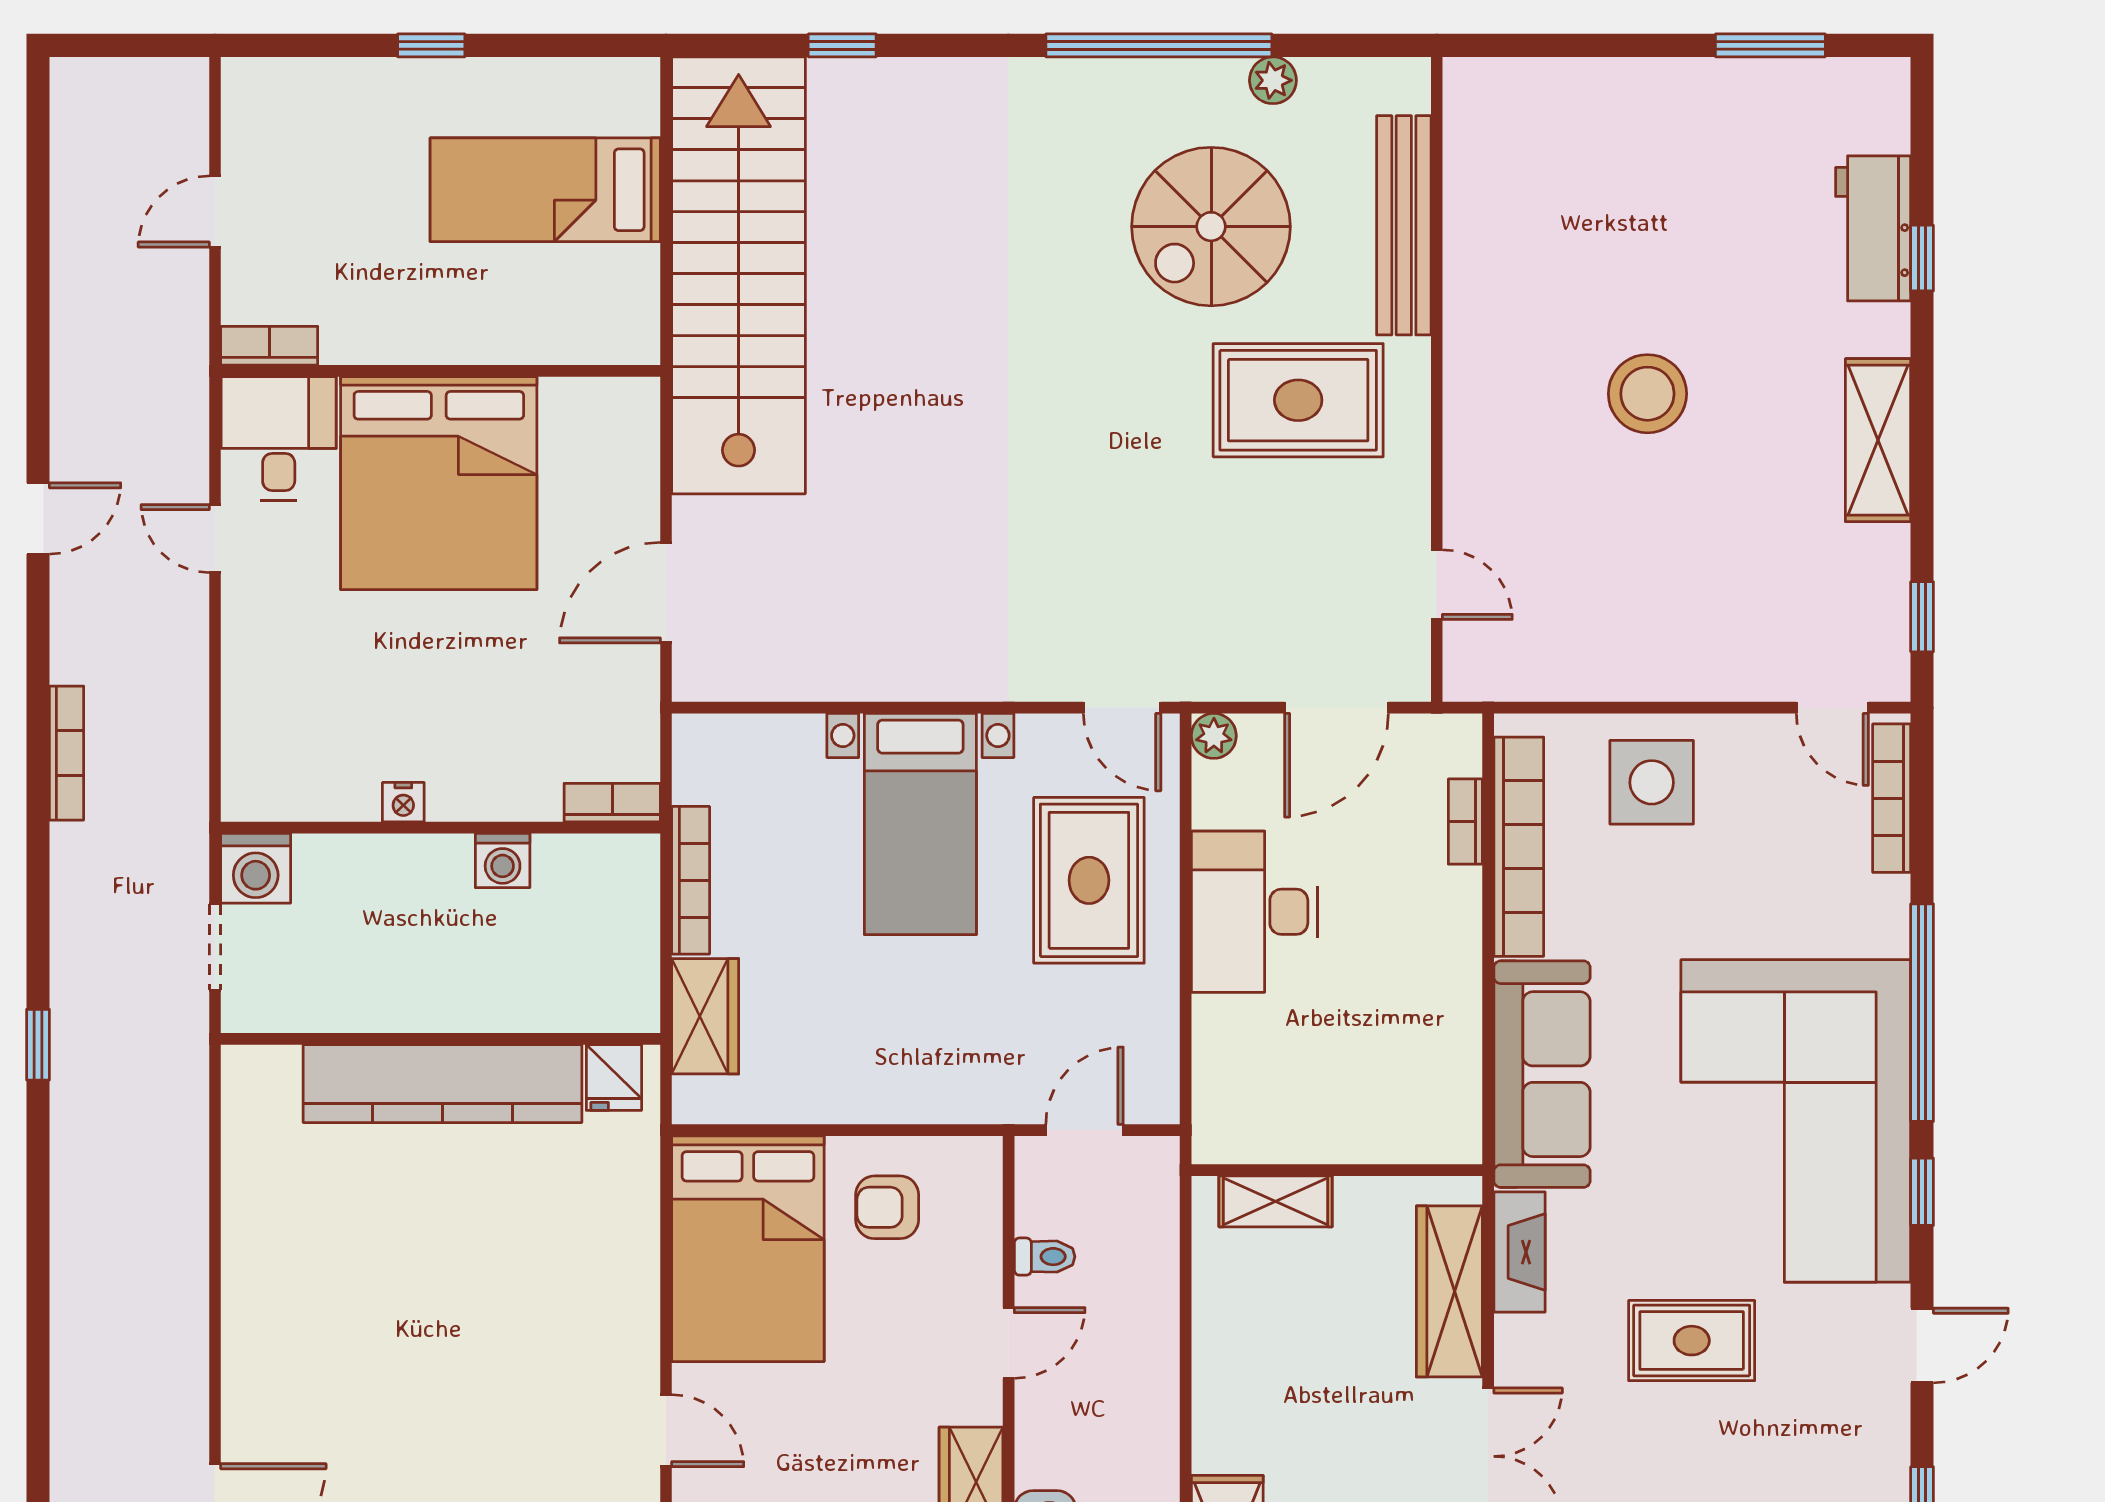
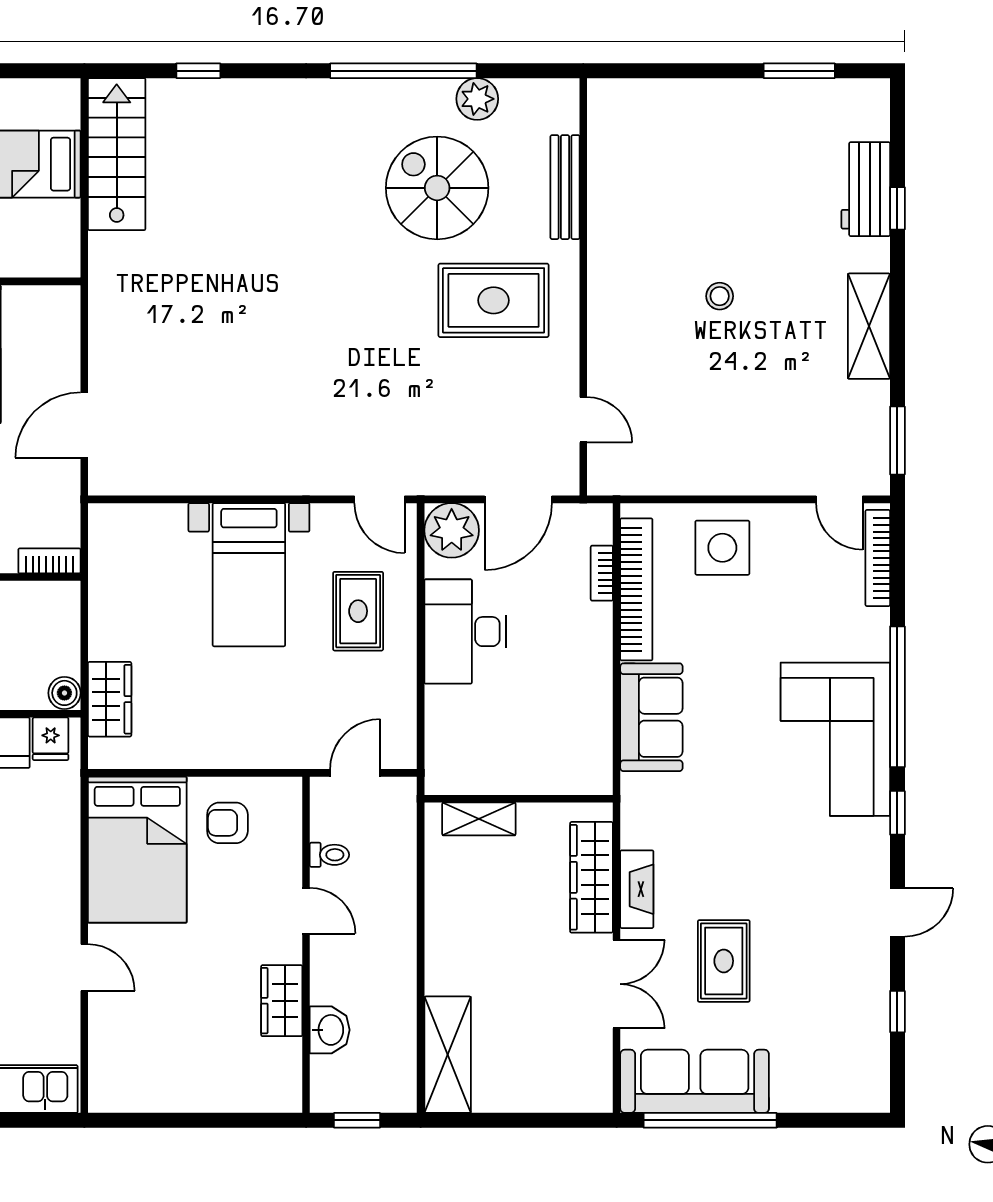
plant: (1273, 80) -> (477, 99), width x1.38, depth x1.38
bench: (1404, 225) -> (565, 187), width x0.73, depth x0.82
spiral stairs: (1211, 227) -> (437, 188), turned 90
stairs: (739, 275) -> (117, 154), width x0.54, depth x0.66
stool: (1647, 394) -> (720, 296), width x0.53, depth x0.53
window: (1922, 617) -> (897, 441), width x1.50
plant: (1214, 736) -> (452, 530), width x1.88, depth x1.88
bookcase: (691, 880) -> (100, 611), removed
rug: (1089, 880) -> (358, 611), width x0.73, depth x0.70
boiler: (635, 1007) -> (64, 693), added
sofa: (1542, 1074) -> (651, 717), width x0.73
corner sofa: (1796, 1121) -> (835, 739), width x0.73, depth x0.74
fireplace: (1520, 1252) -> (637, 889), moved
rug: (1692, 1341) -> (724, 961), moved, turned 90
door: (1009, 1343) -> (306, 911), hinge flipped

